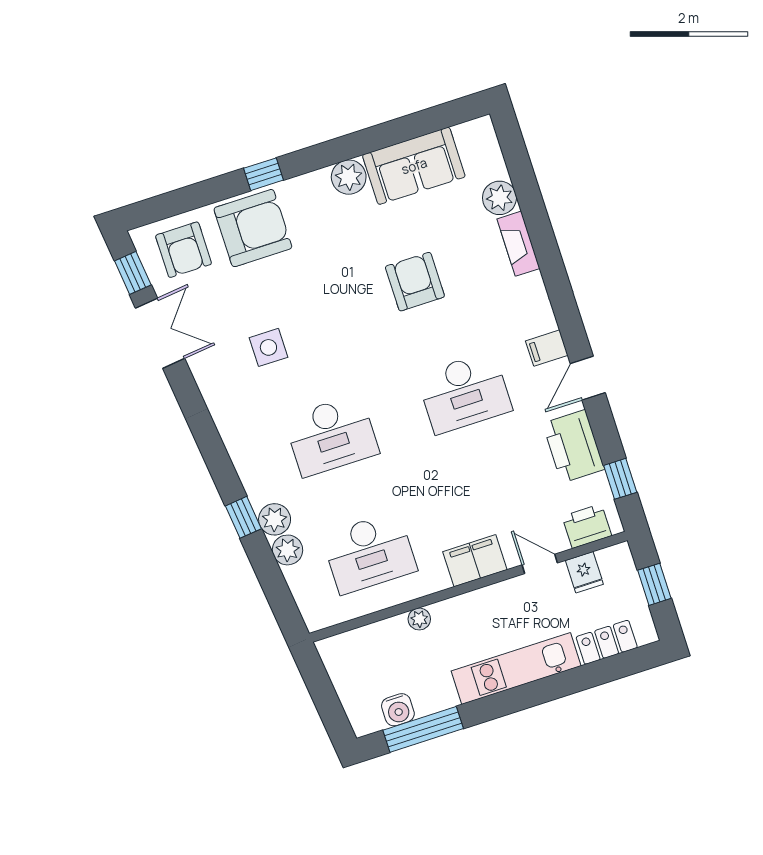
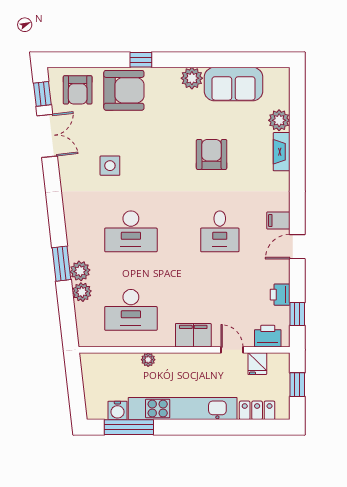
desk: (464, 393) -> (220, 231), width x0.73
printer: (574, 446) -> (280, 295), width x0.53, depth x0.68
window: (243, 517) -> (62, 264), width x1.50
kitchen unit: (516, 668) -> (183, 409), width x1.36

